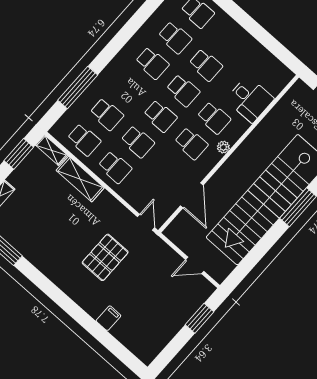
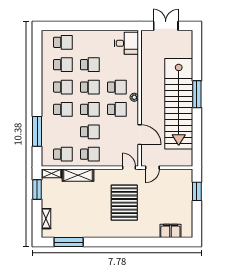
desk: (250, 99) -> (126, 43), moved
school desk: (107, 114) -> (63, 109), moved
pallet: (105, 257) -> (124, 203), width x1.37, depth x1.41
door: (195, 265) -> (152, 168), moved
filing cabinet: (108, 318) -> (170, 231), moved, width x2.00

